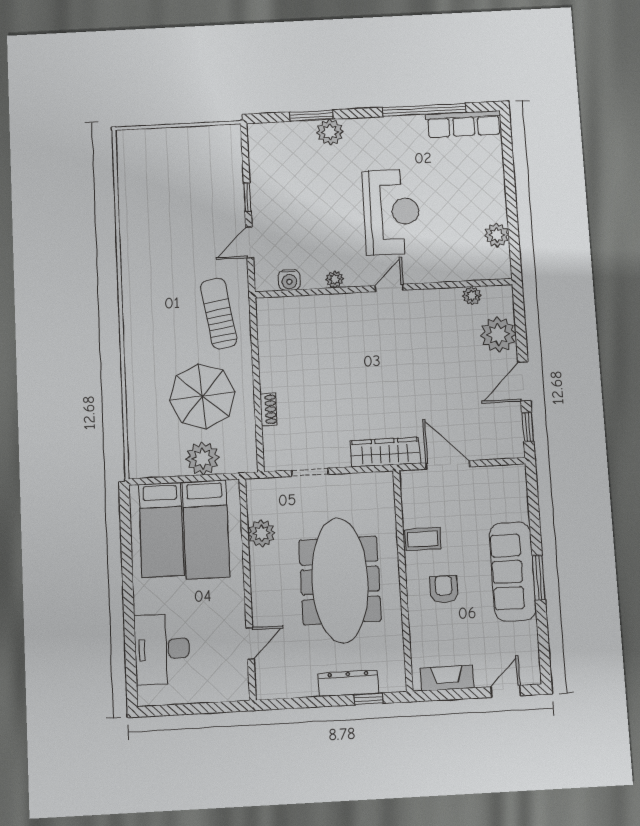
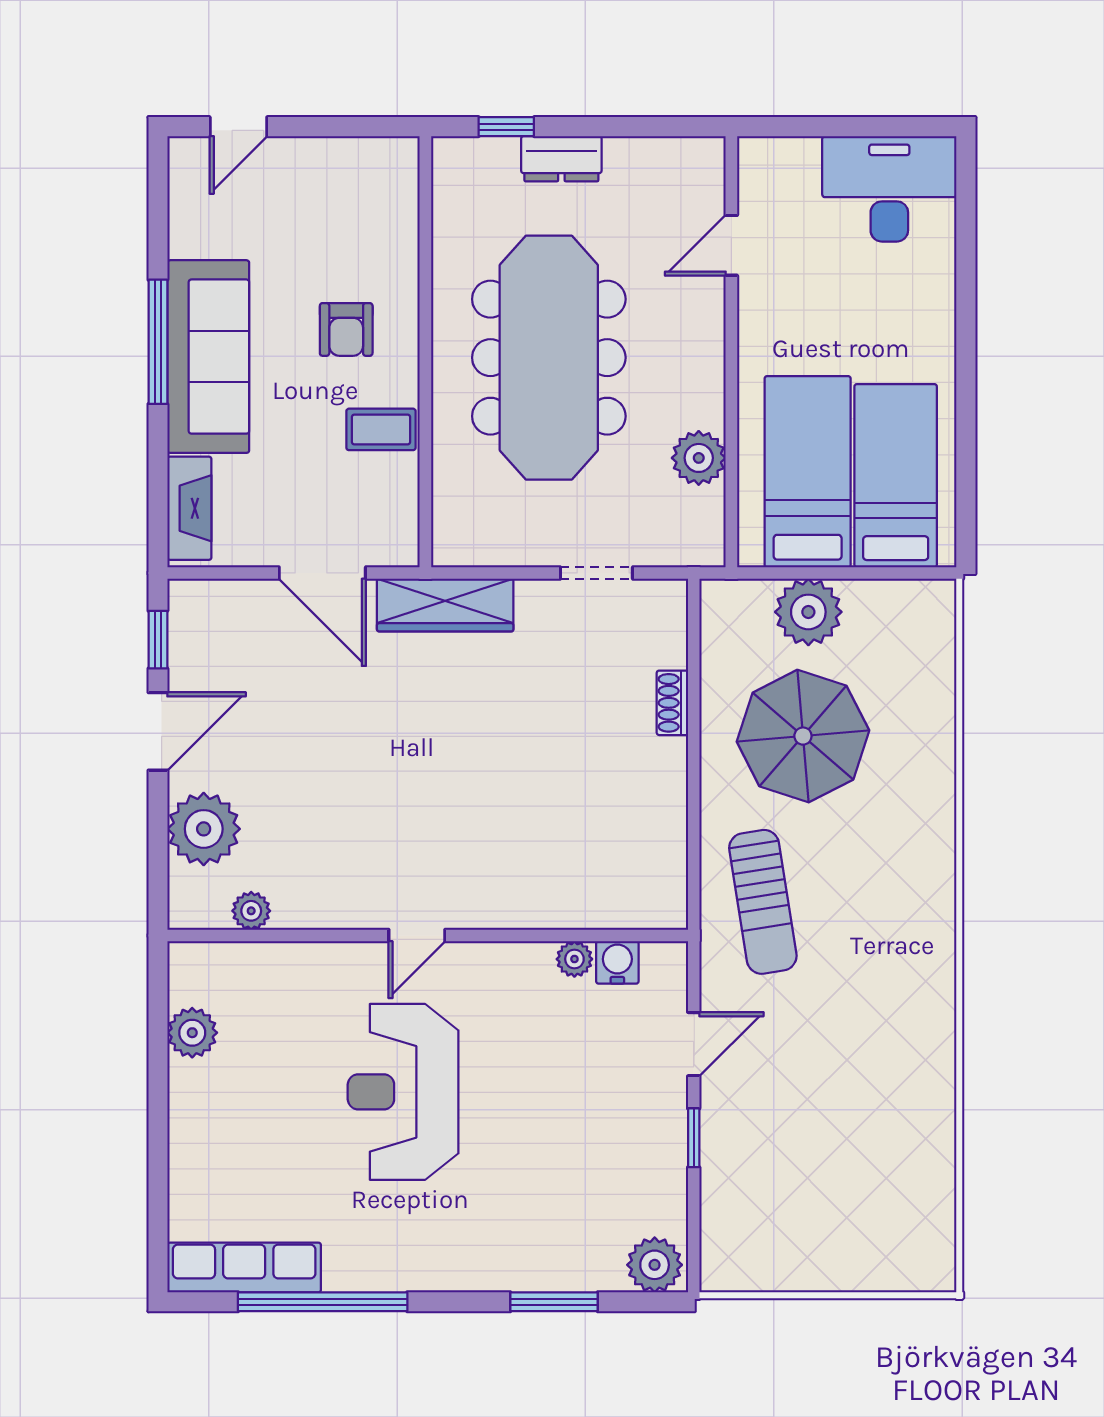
plant: (330, 132) -> (655, 1265), moved
plant: (335, 279) -> (574, 959), moved
window: (539, 578) -> (158, 342), width x1.44
desk: (162, 649) -> (889, 189), moved, turned -90
fireplace: (447, 678) -> (189, 508), moved, turned -90
dresser: (348, 683) -> (561, 159), width x0.70

